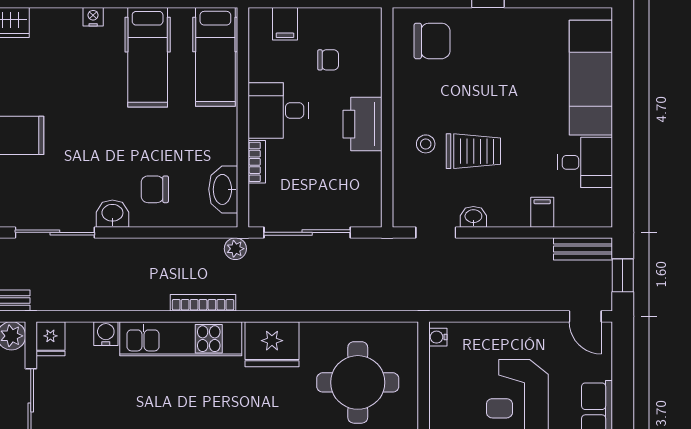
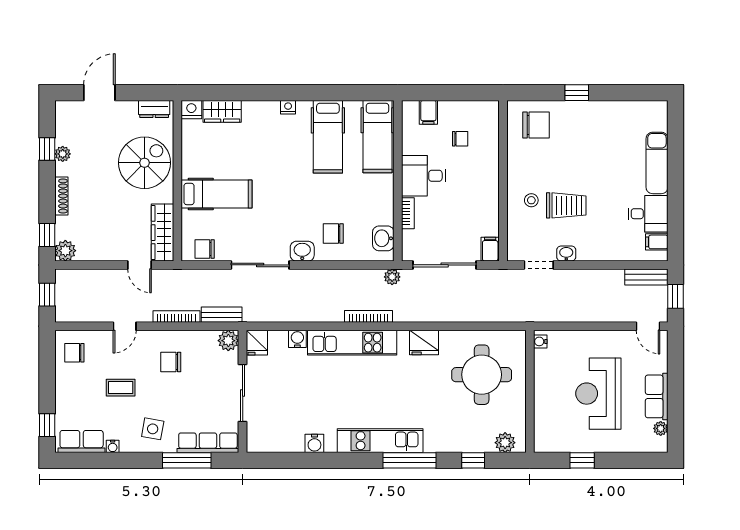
exam couch: (591, 78) -> (657, 163), width x0.73, depth x0.69
printer: (362, 124) -> (485, 186), removed
washbasin: (223, 189) -> (383, 238), width x0.72
filing cabinet: (369, 211) -> (490, 249), added
filing cabinet: (542, 212) -> (657, 242), moved, turned -90
fridge: (272, 344) -> (424, 343), width x0.73, depth x0.75

